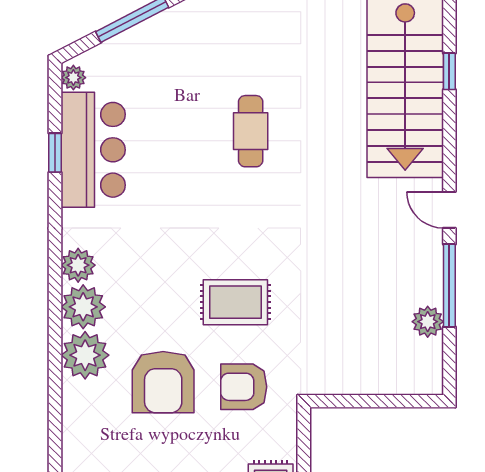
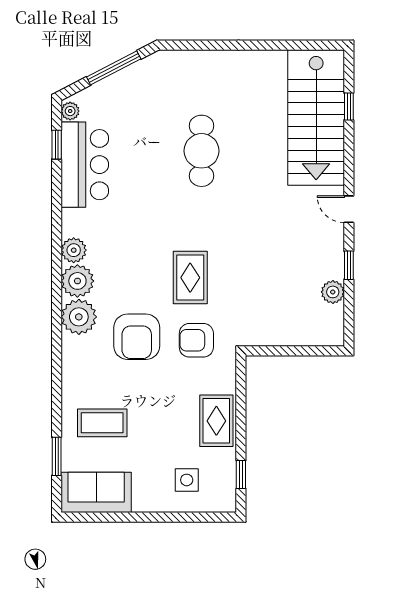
cafe table: (251, 131) -> (202, 151), width x1.37, depth x1.35
window: (55, 153) -> (57, 145), moved
window: (449, 286) -> (349, 265), width x0.46
rug: (235, 302) -> (190, 278), turned 90

